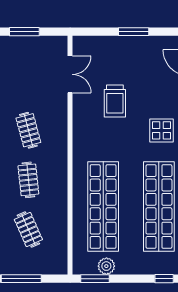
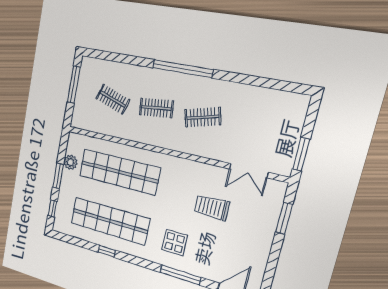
window: (24, 32) -> (301, 154), moved
window: (134, 32) -> (284, 218), moved
clothes rail: (28, 230) -> (113, 99), turned 42
window: (95, 279) -> (58, 176), moved

